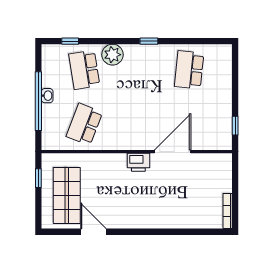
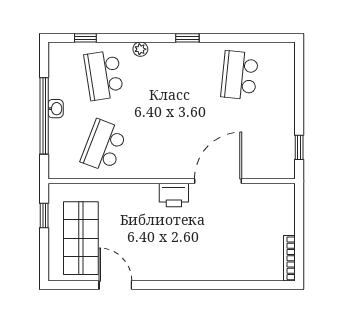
plant: (113, 55) -> (140, 49), width x0.53, depth x0.53

